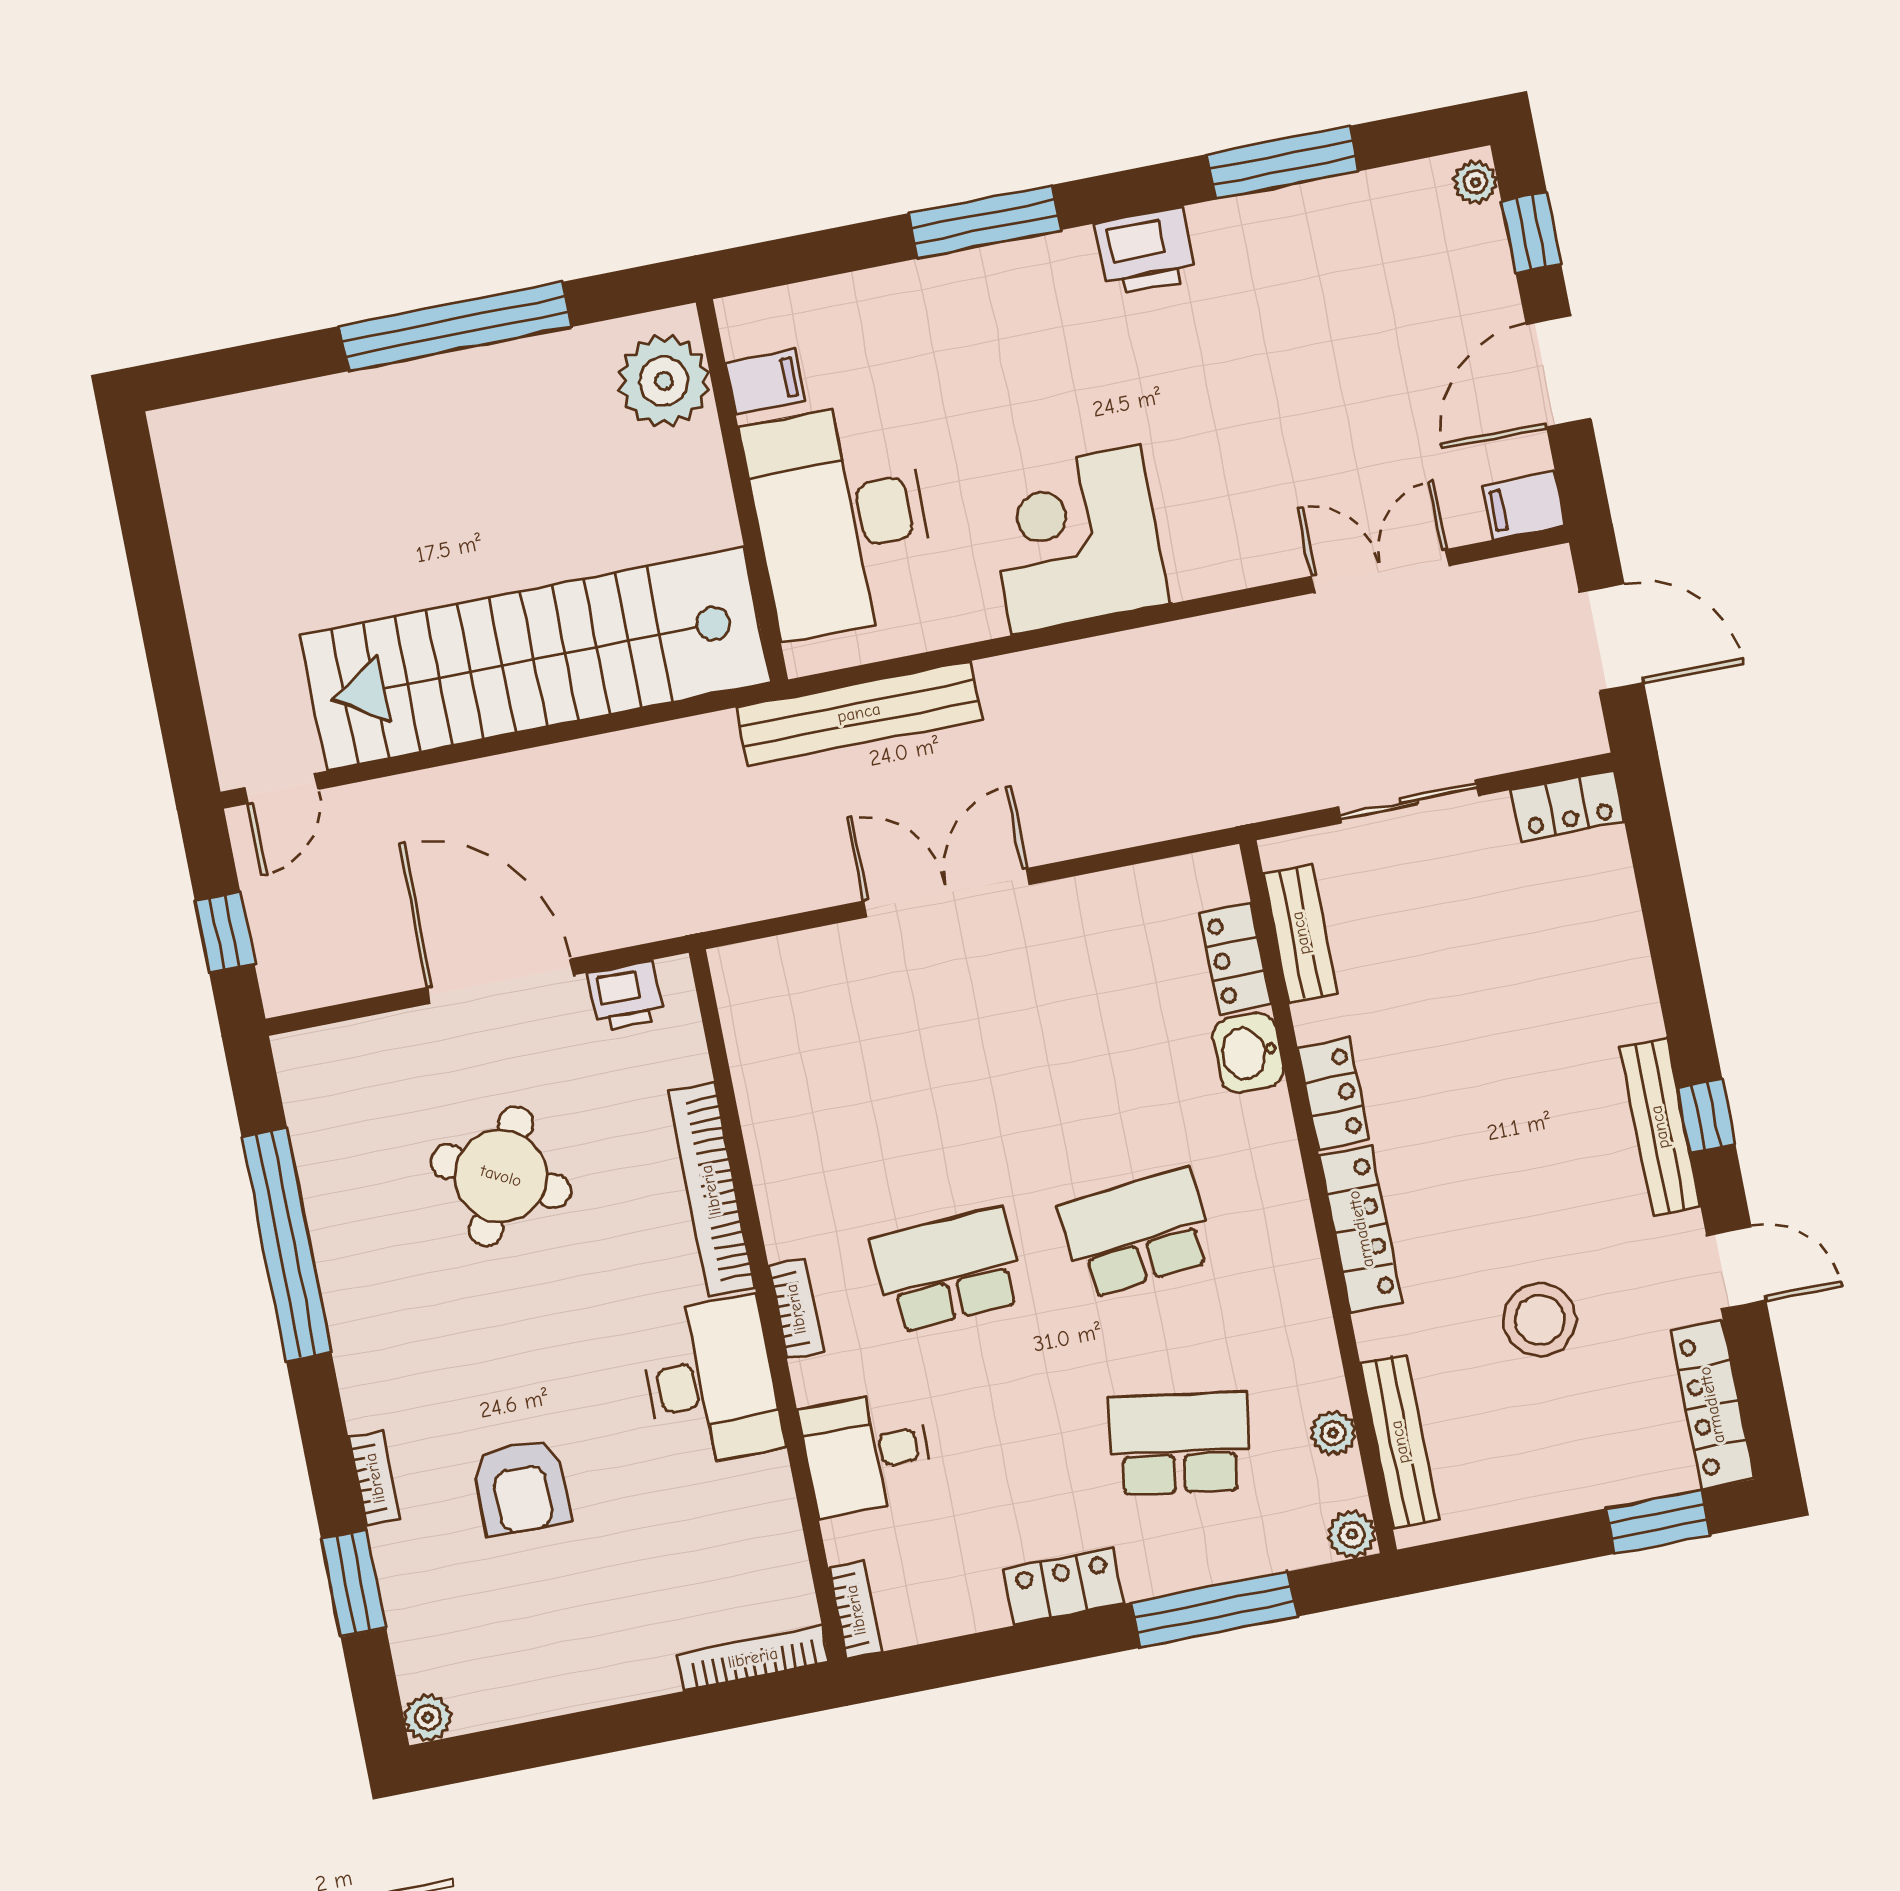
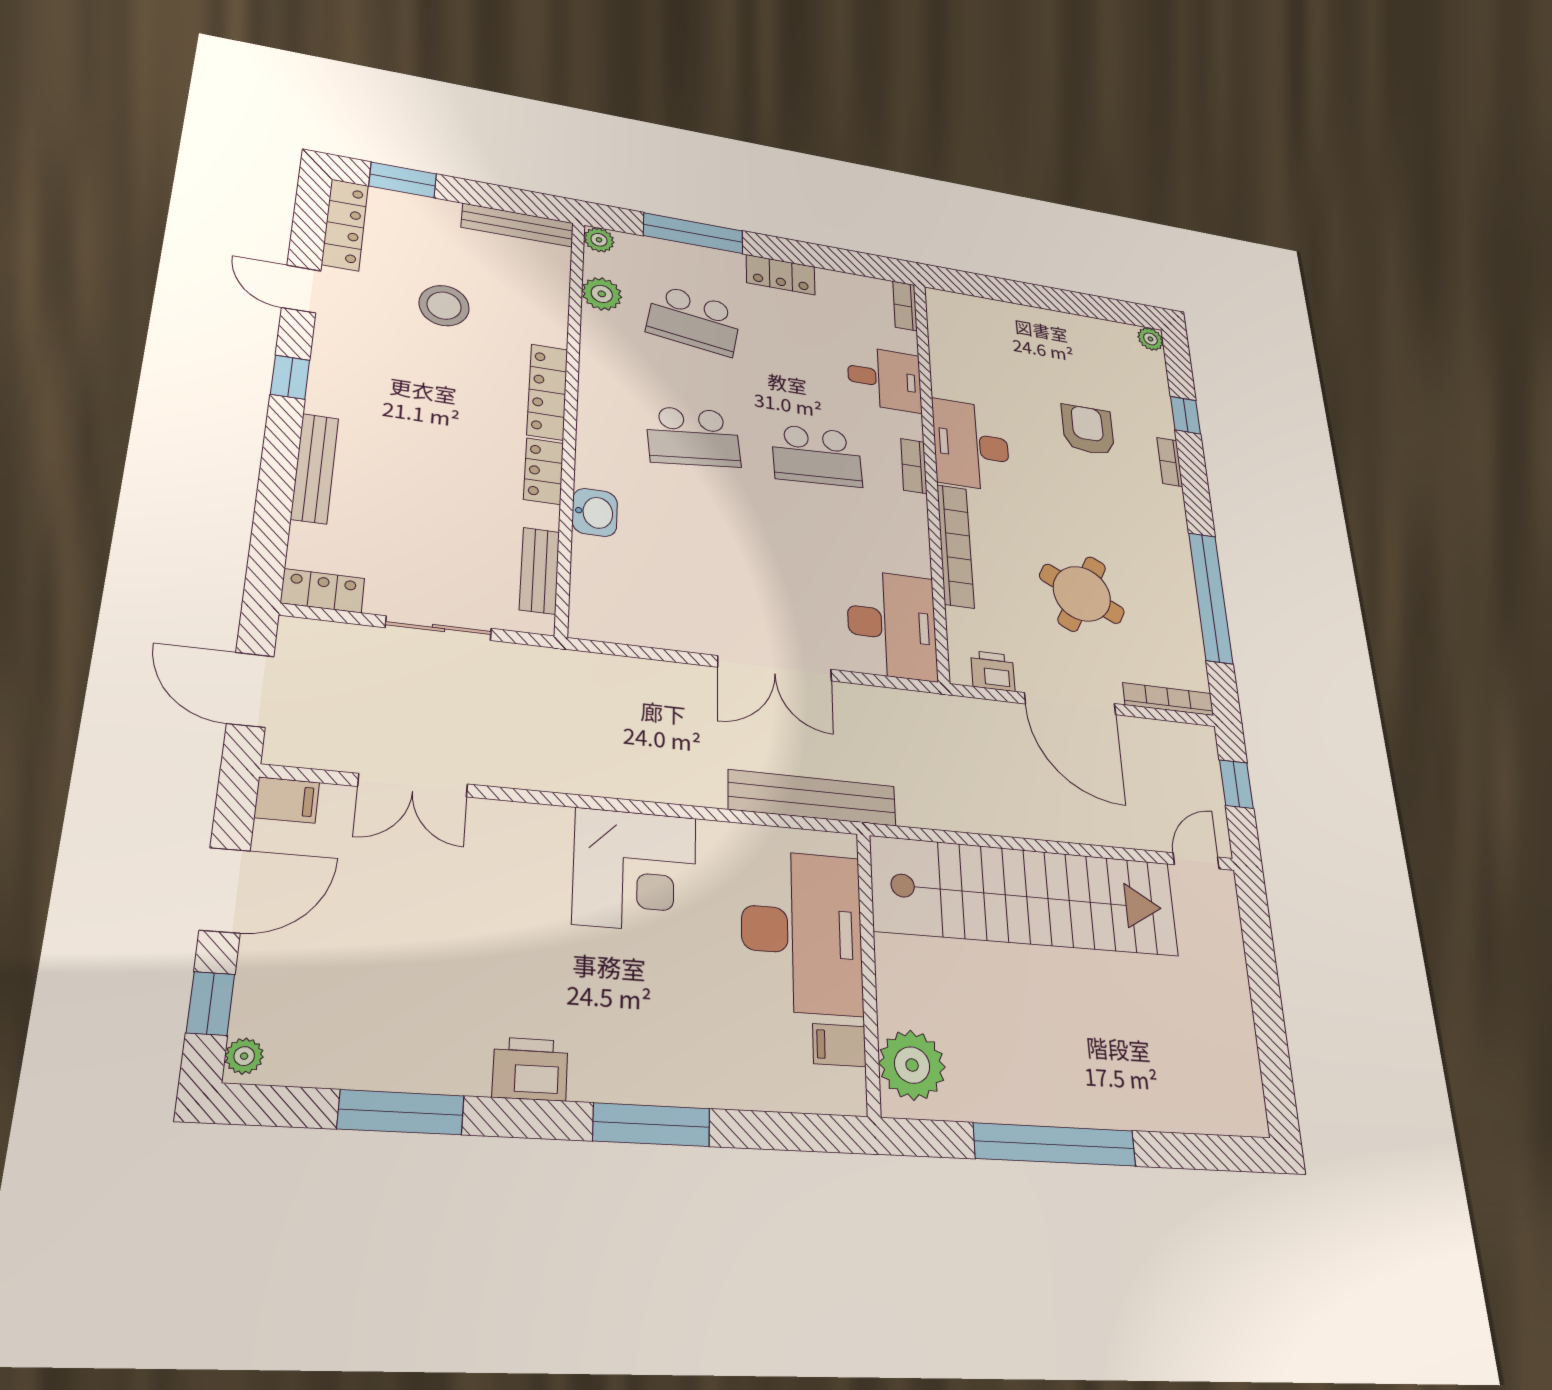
locker: (1235, 959) -> (589, 570), removed
desk: (789, 1021) -> (892, 625), added
bench: (1660, 1127) -> (315, 468), moved
plant: (1333, 1433) -> (602, 294), width x1.38, depth x1.38
bench: (1400, 1442) -> (518, 225), moved, turned 90
window: (354, 1583) -> (1185, 415), width x0.67
bookcase: (753, 1658) -> (1168, 699), moved, turned 180

